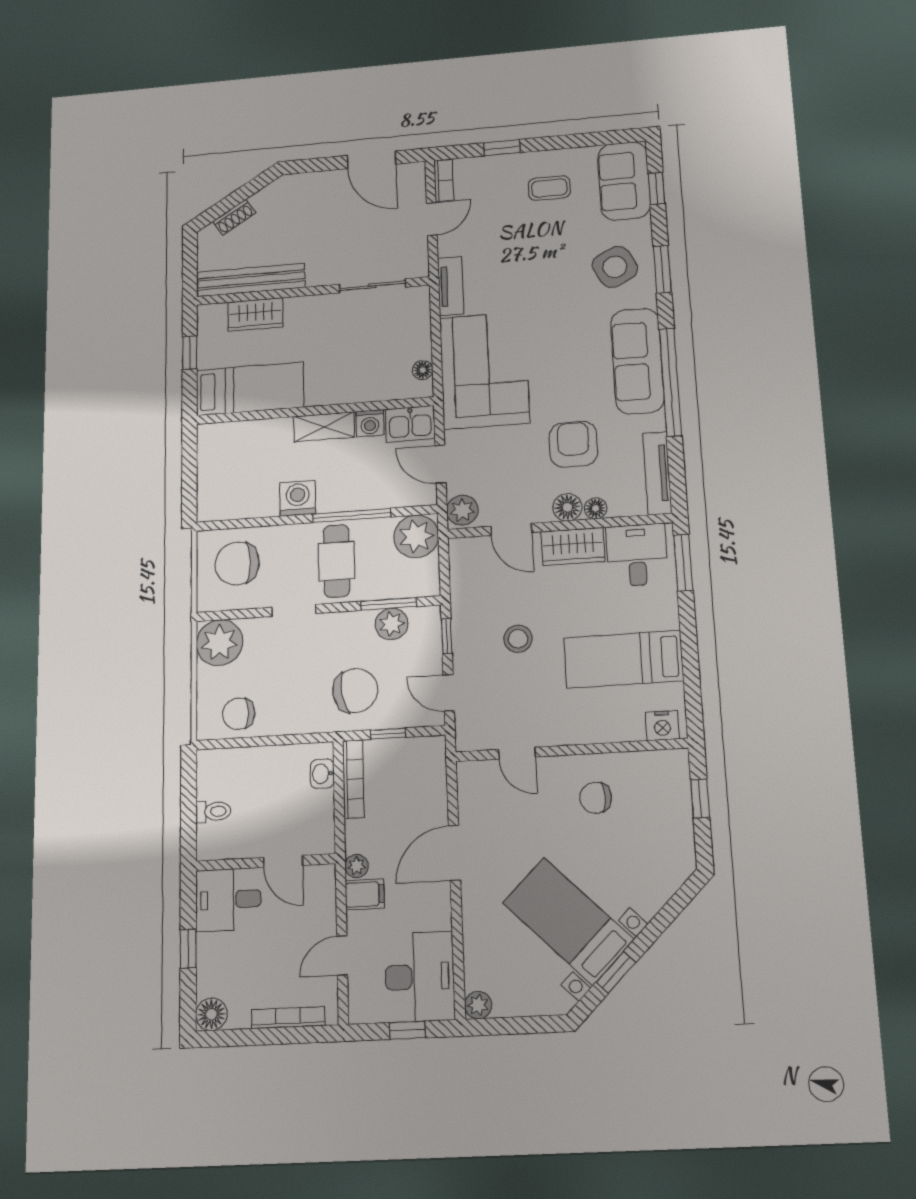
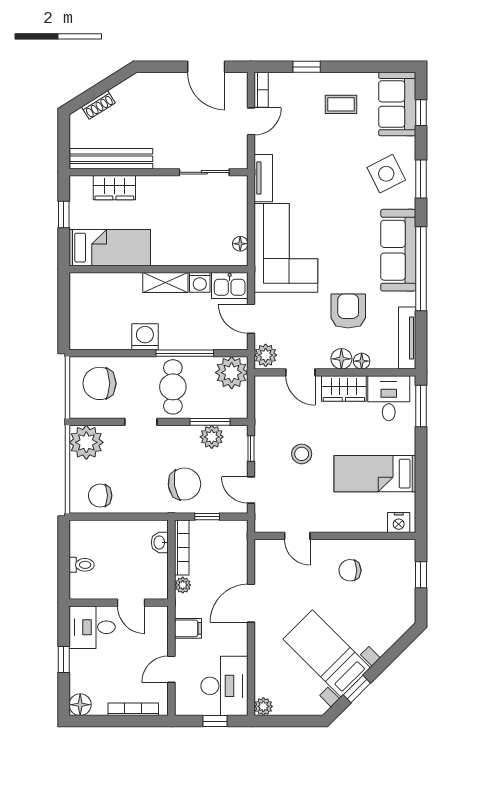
plant: (357, 866) -> (183, 585), moved

